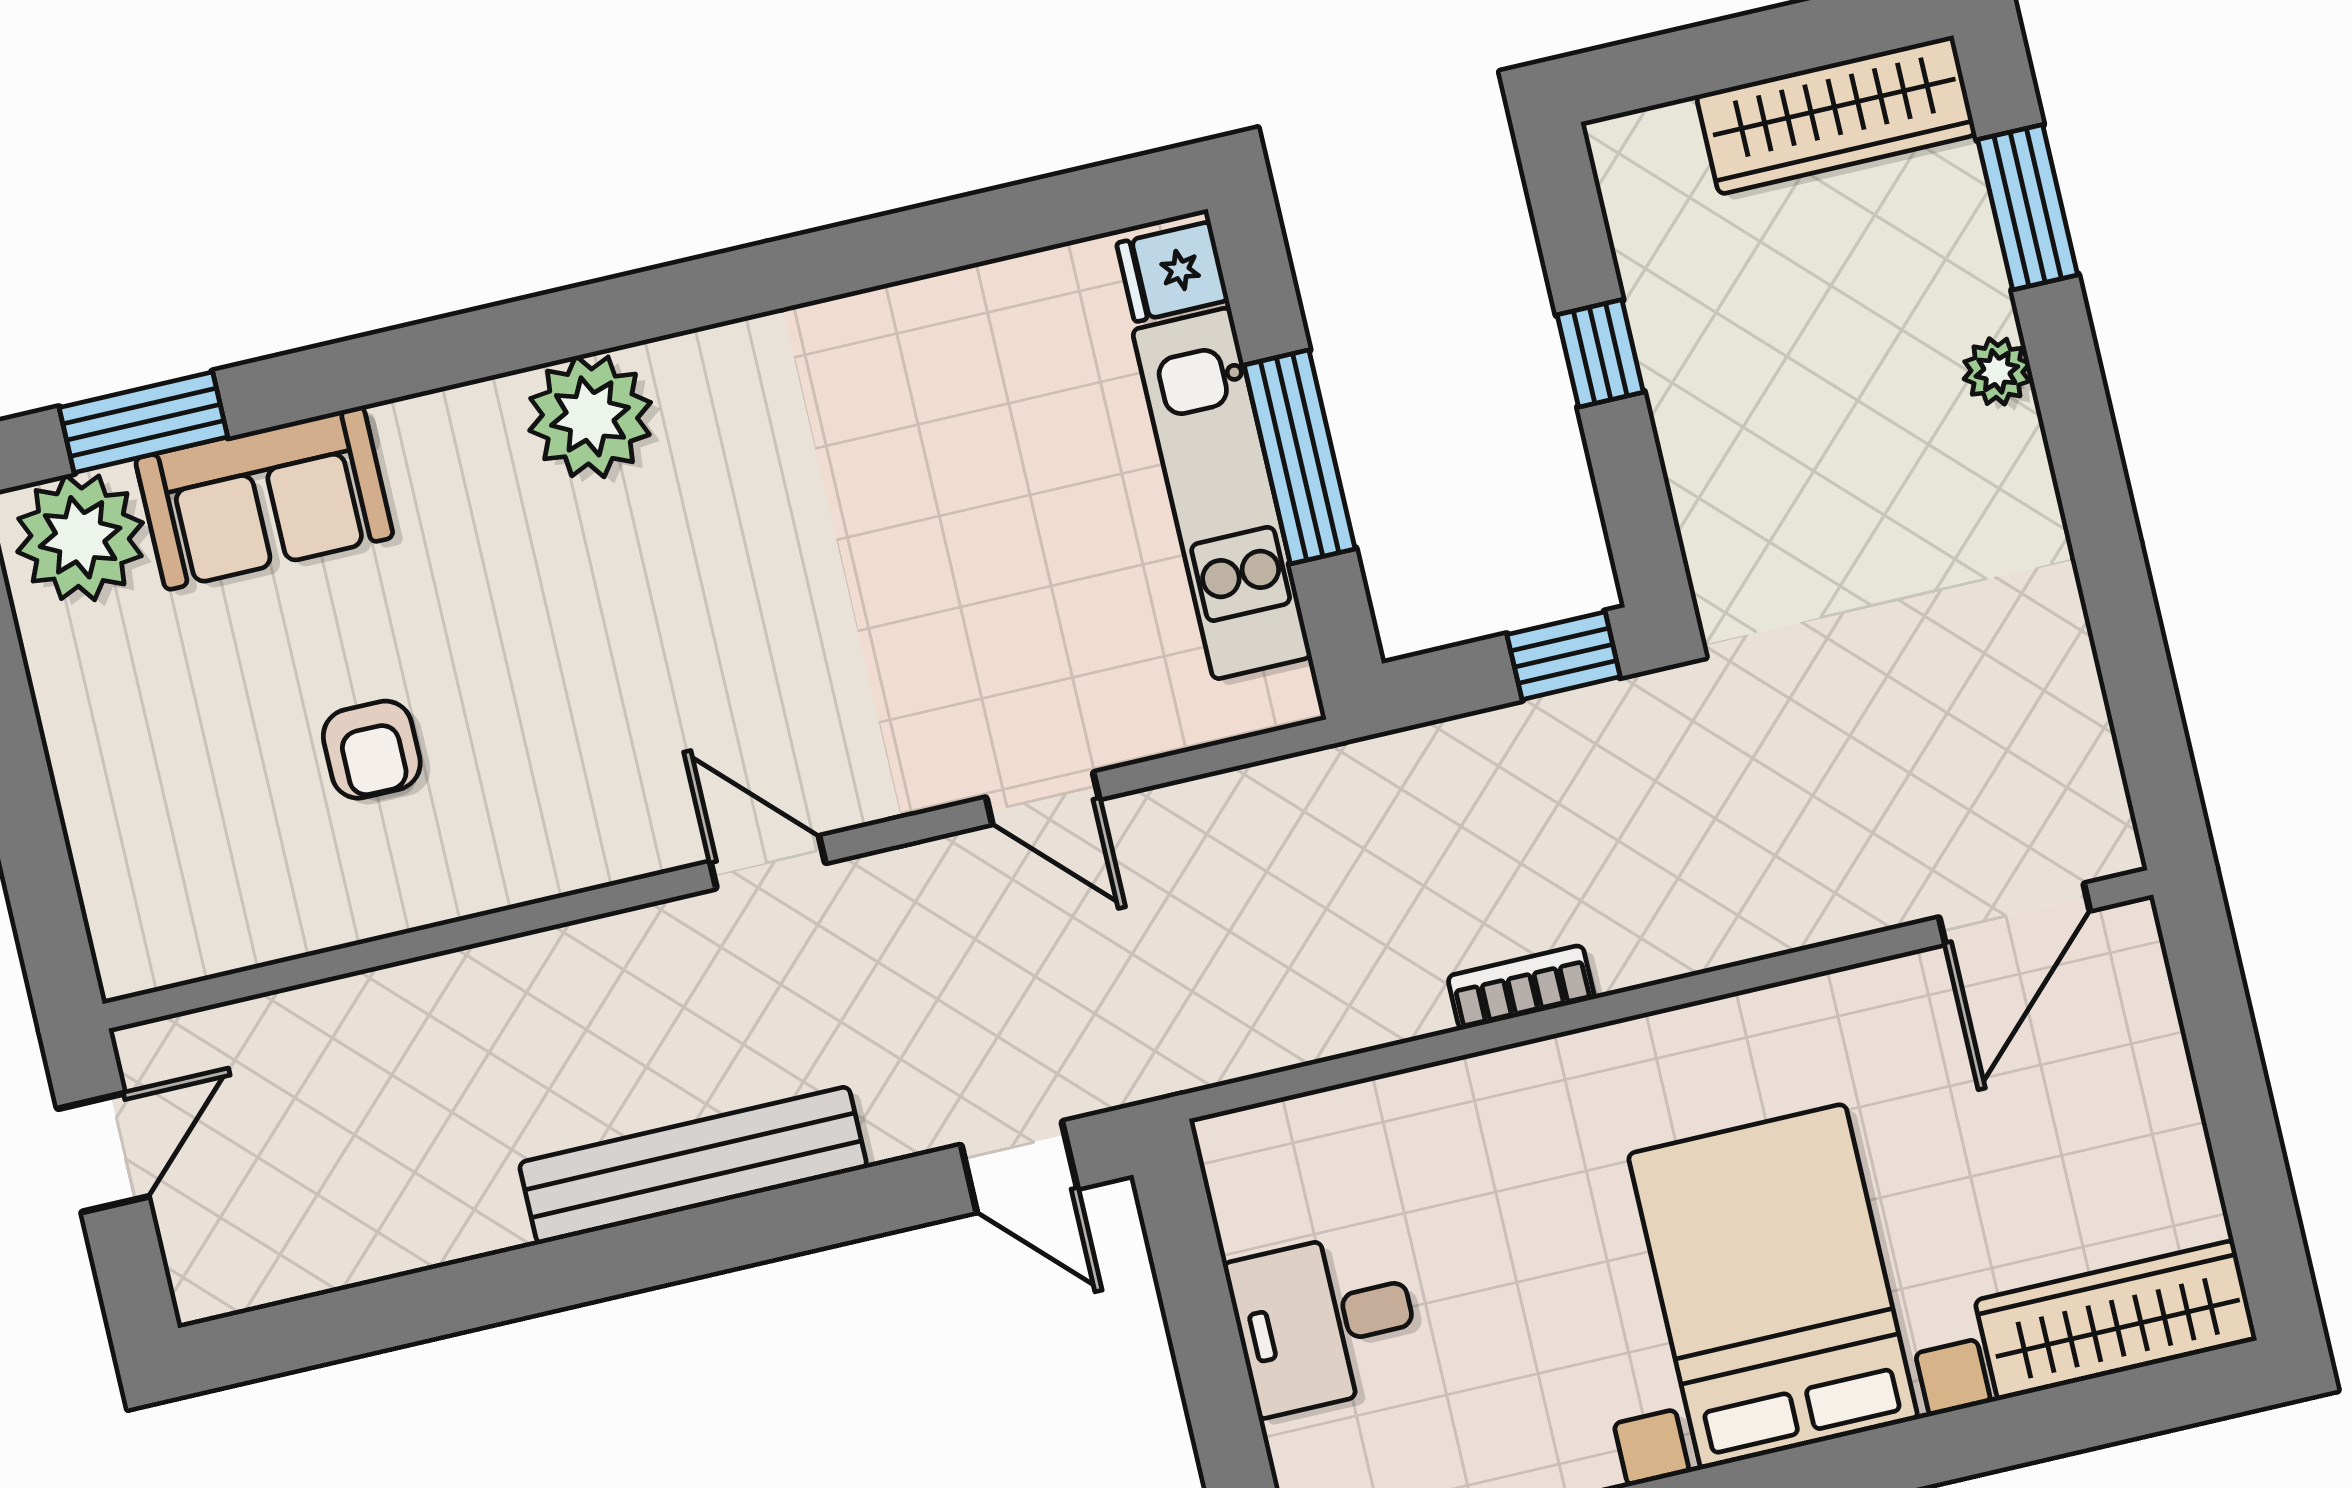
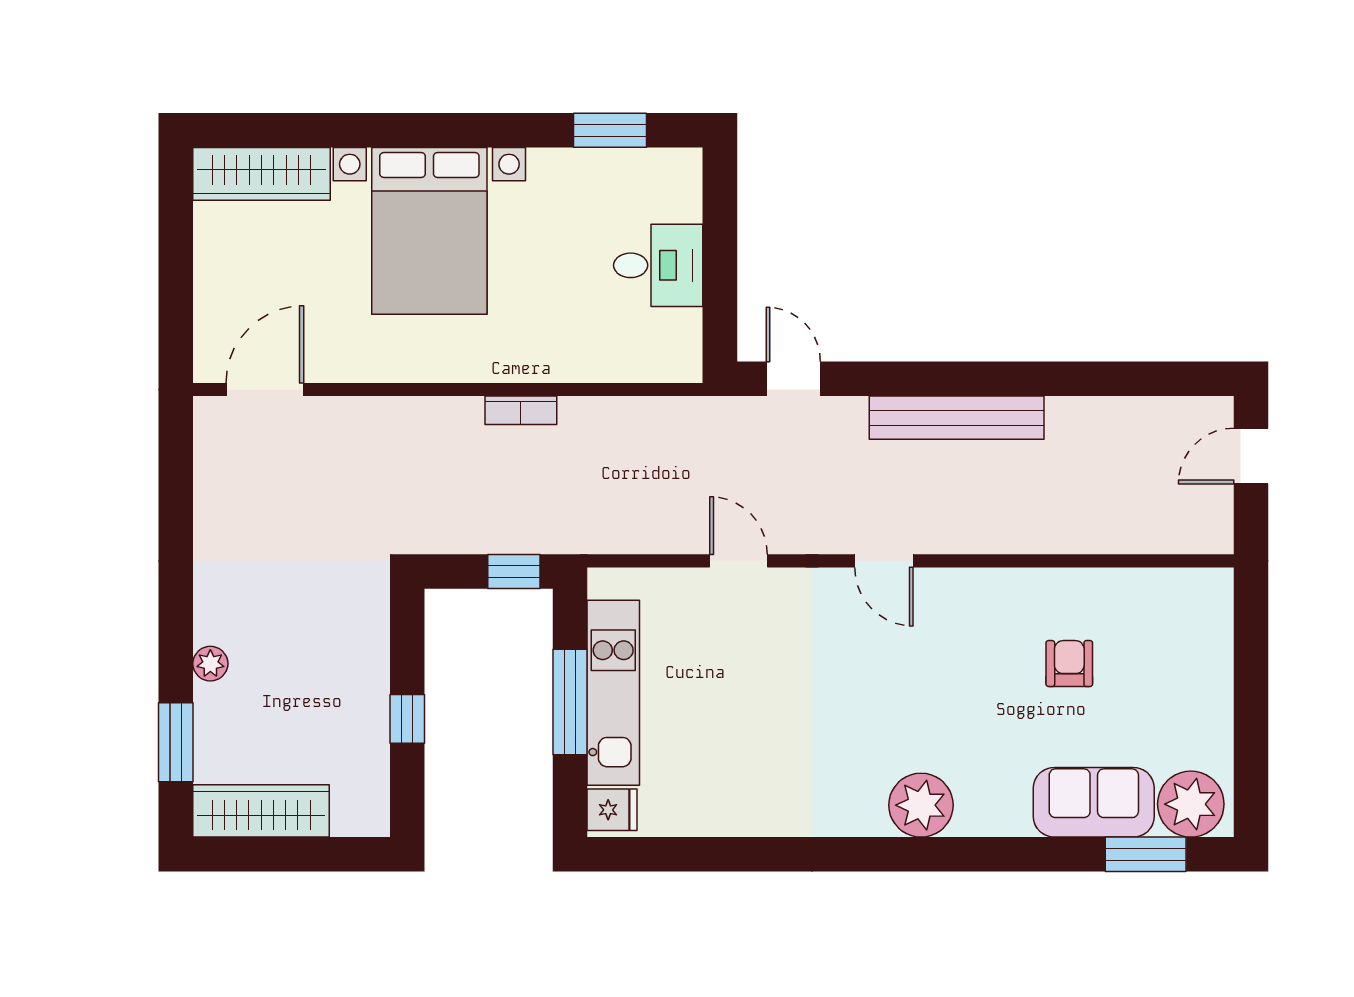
window: (1564, 656) -> (514, 572), moved
door: (103, 1153) -> (1251, 456), moved

